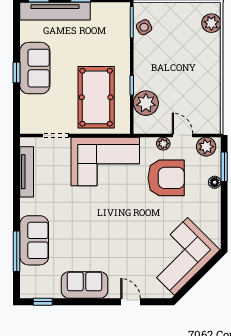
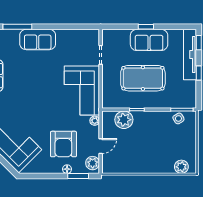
pool table: (96, 97) -> (143, 78), moved
plant: (163, 144) -> (95, 121), moved
tv unit: (27, 172) -> (74, 34), removed
armchair: (166, 178) -> (63, 144), moved
sofa: (34, 240) -> (38, 39), moved

